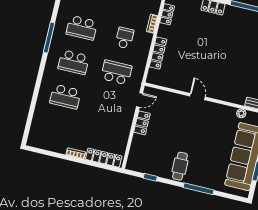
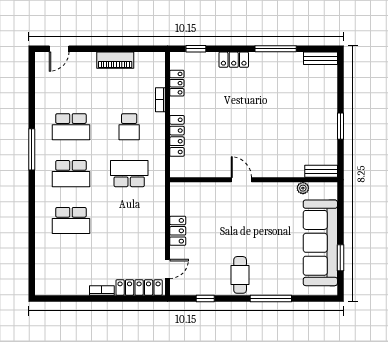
school desk: (124, 38) -> (129, 127), turned 180
door: (139, 100) -> (168, 269), moved

